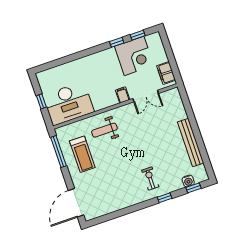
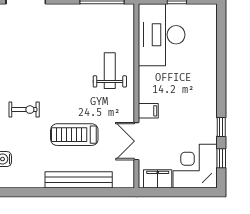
corner desk: (134, 56) -> (195, 166), moved, turned 90
bench: (191, 143) -> (79, 180), moved
treadmill: (82, 154) -> (74, 135), moved

